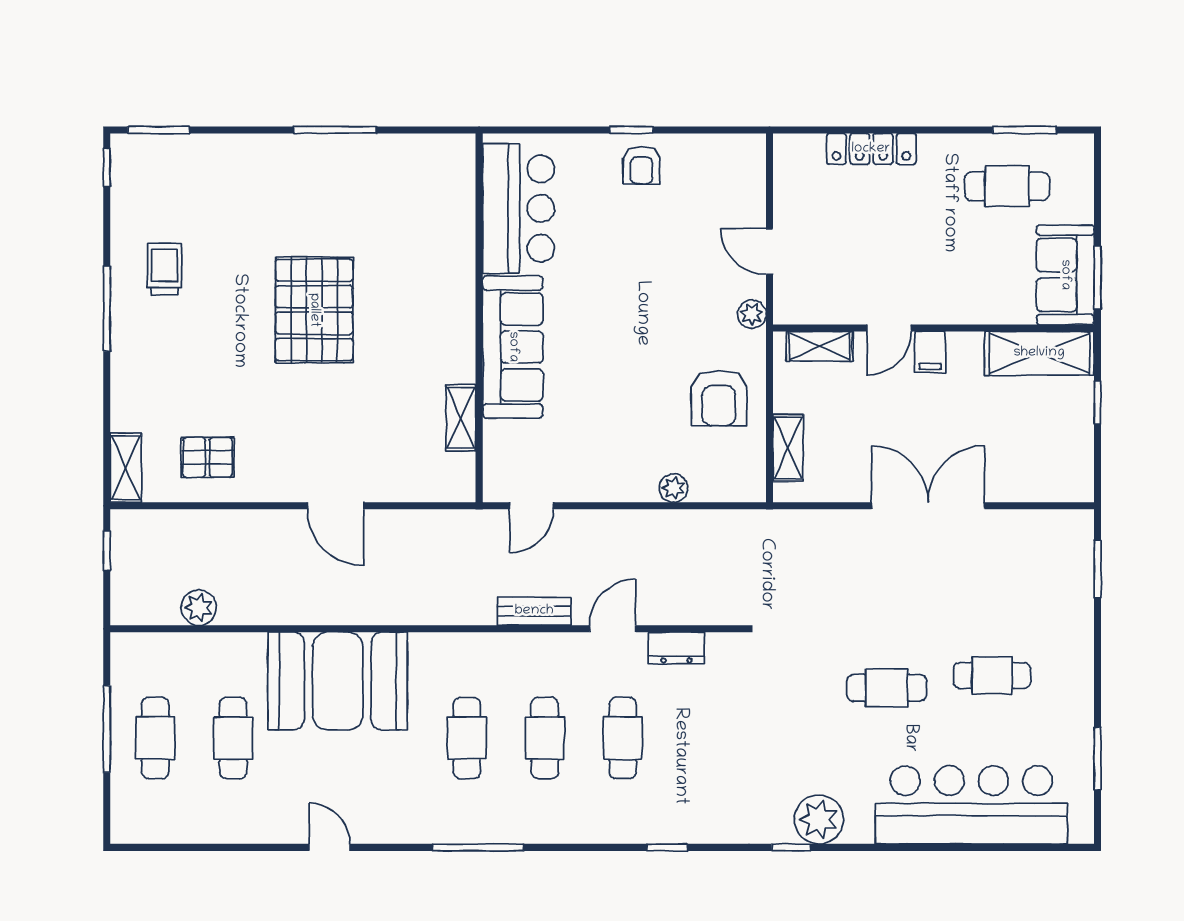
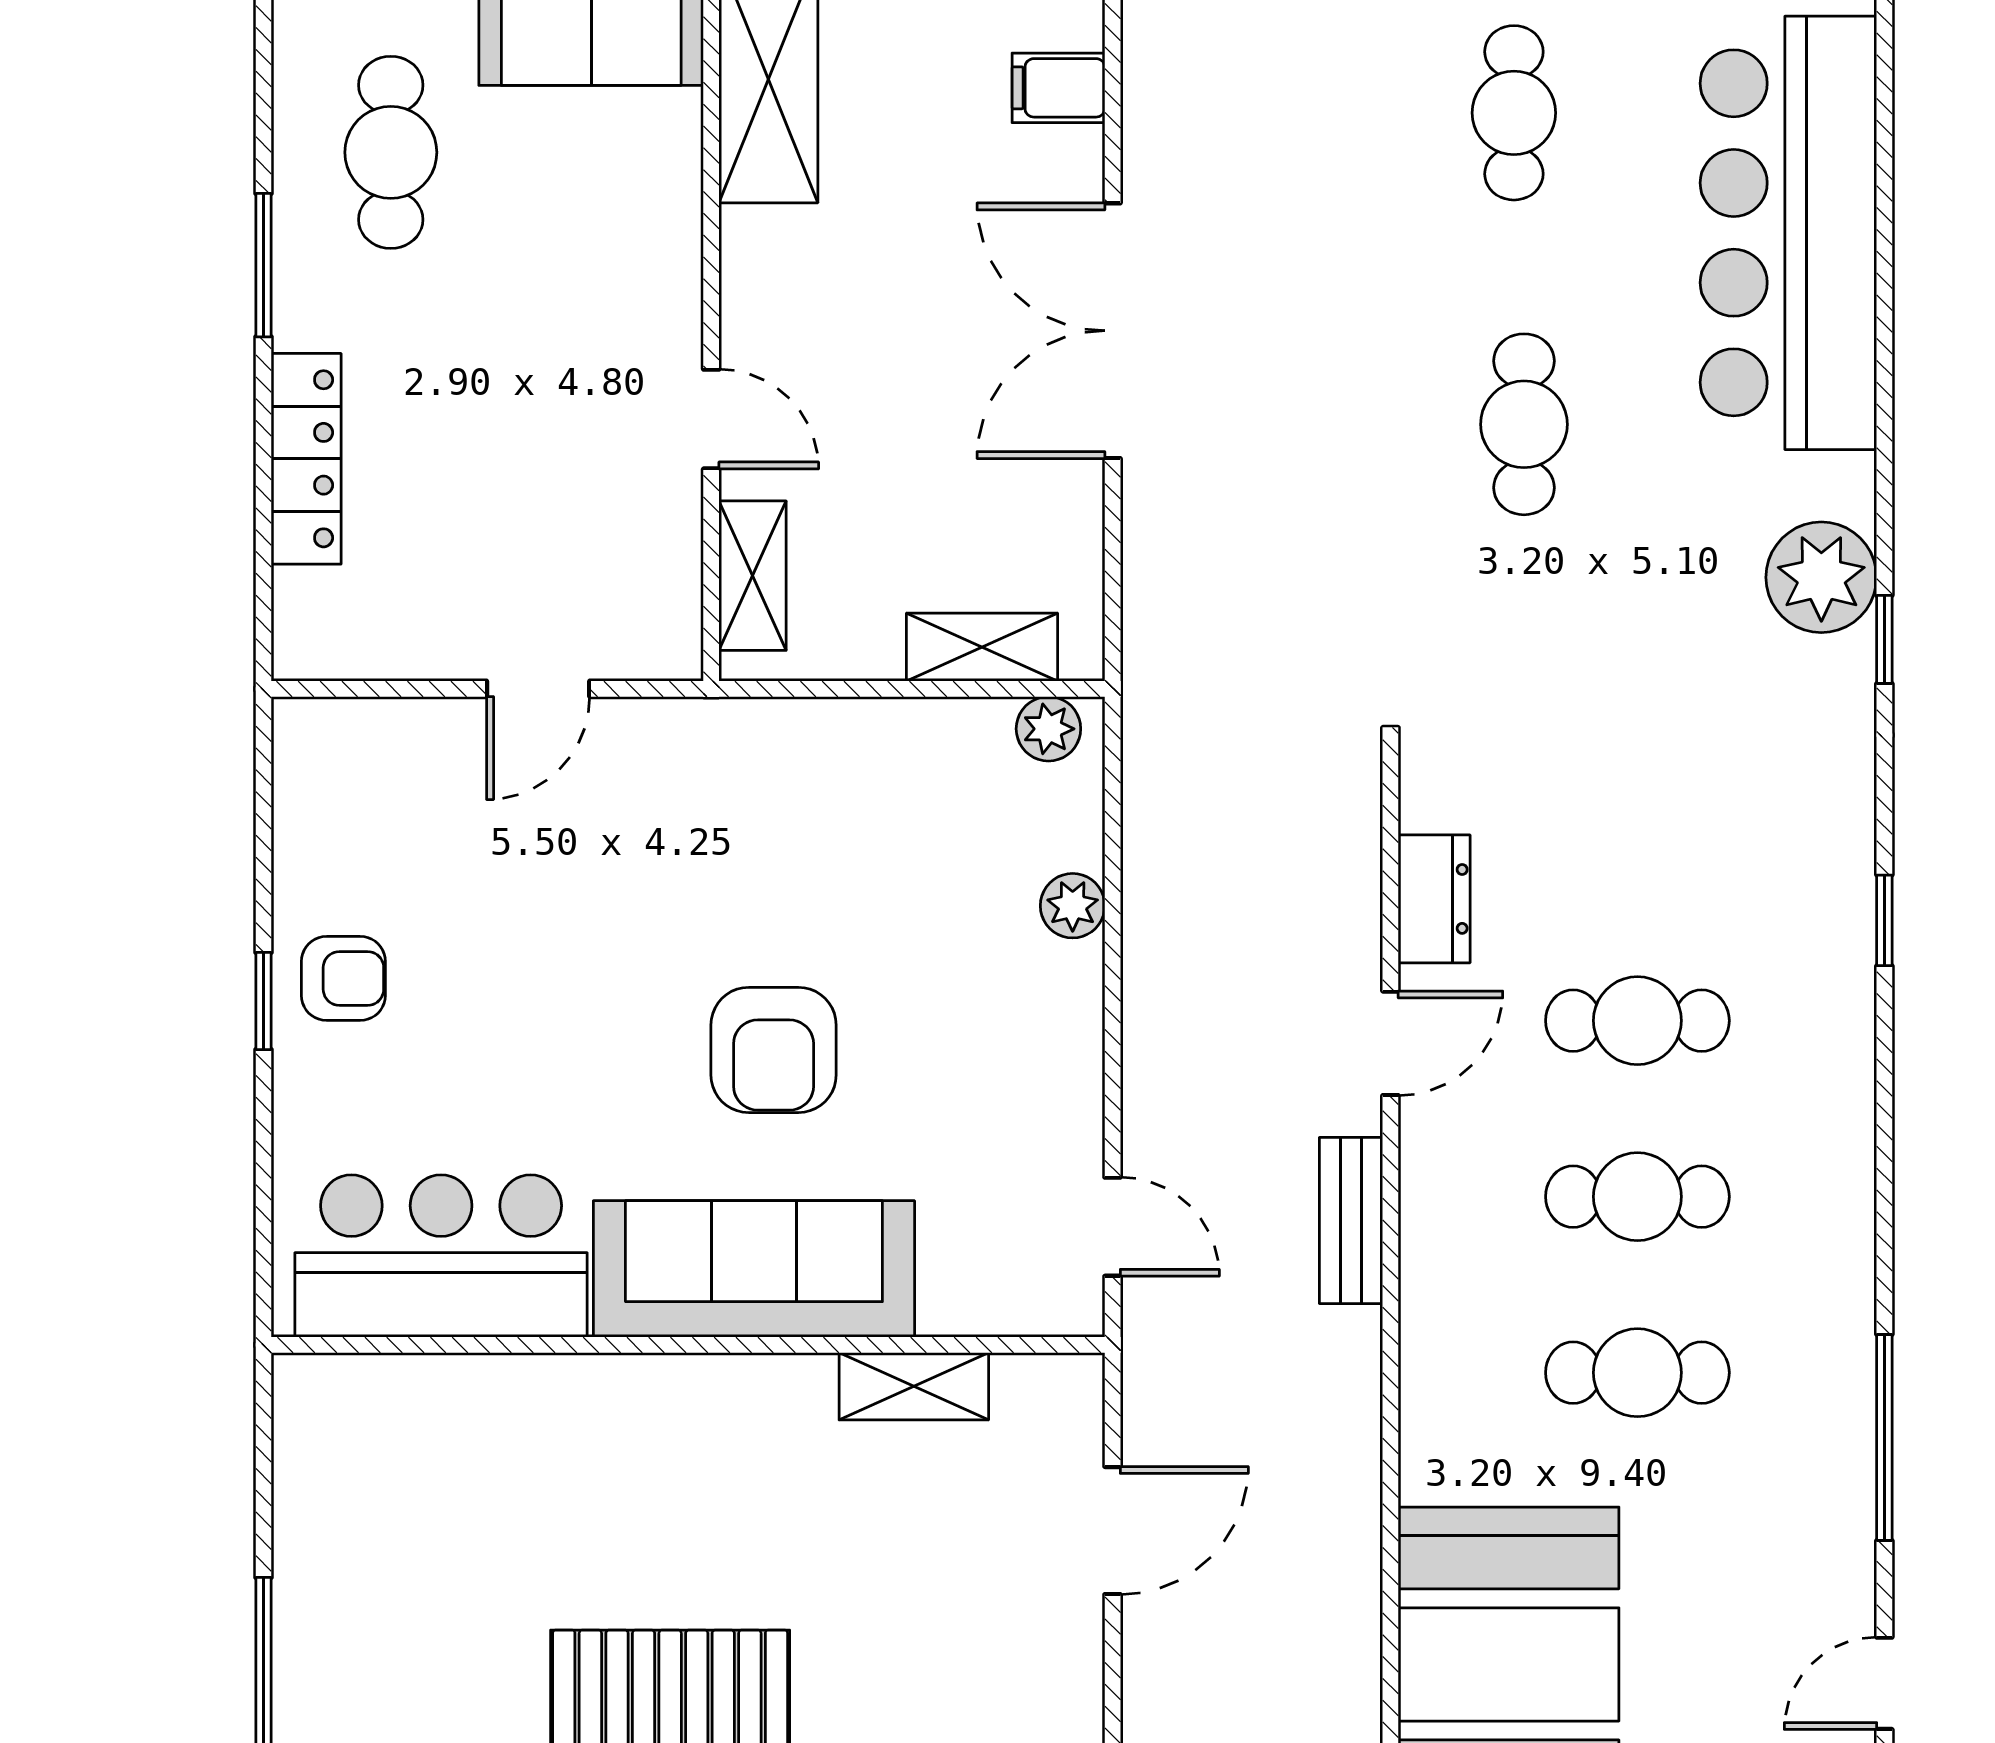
window: (1025, 130) -> (264, 265), moved
plant: (752, 314) -> (1048, 729), moved
filing cabinet: (930, 352) -> (1058, 88), moved, turned 180
armchair: (719, 398) -> (774, 1050), moved, turned 90
door: (336, 506) -> (1113, 1531), moved
door: (613, 629) -> (1390, 1043), swing flipped
cafe table: (992, 676) -> (1514, 113), moved
window: (478, 847) -> (1884, 1438), moved

